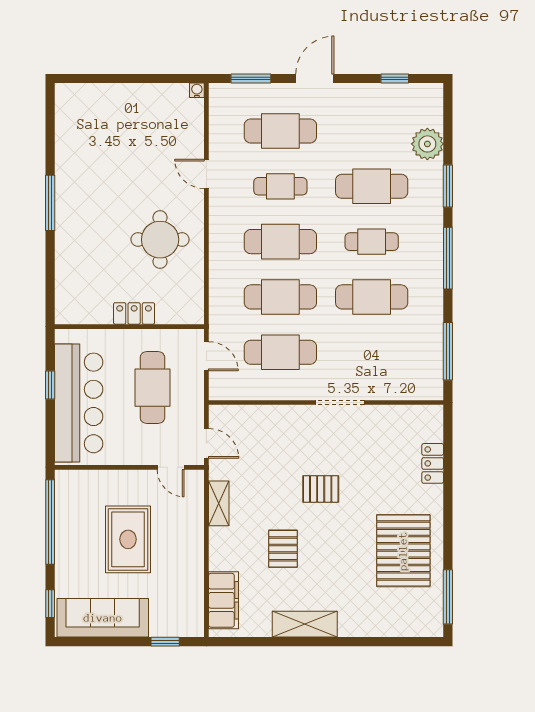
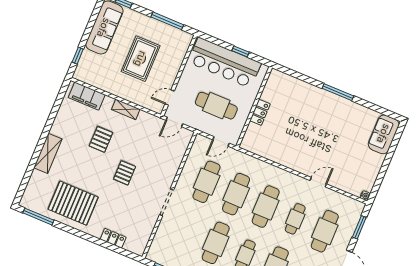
sofa: (87, 102) -> (384, 134), added
round table: (160, 240) -> (294, 143), removed
shelving: (219, 503) -> (126, 109), moved
window: (50, 522) -> (167, 21), width x0.68
rug: (128, 539) -> (141, 59), turned 90
pallet: (283, 549) -> (101, 139), turned 90
shelving: (305, 624) -> (48, 153), moved

